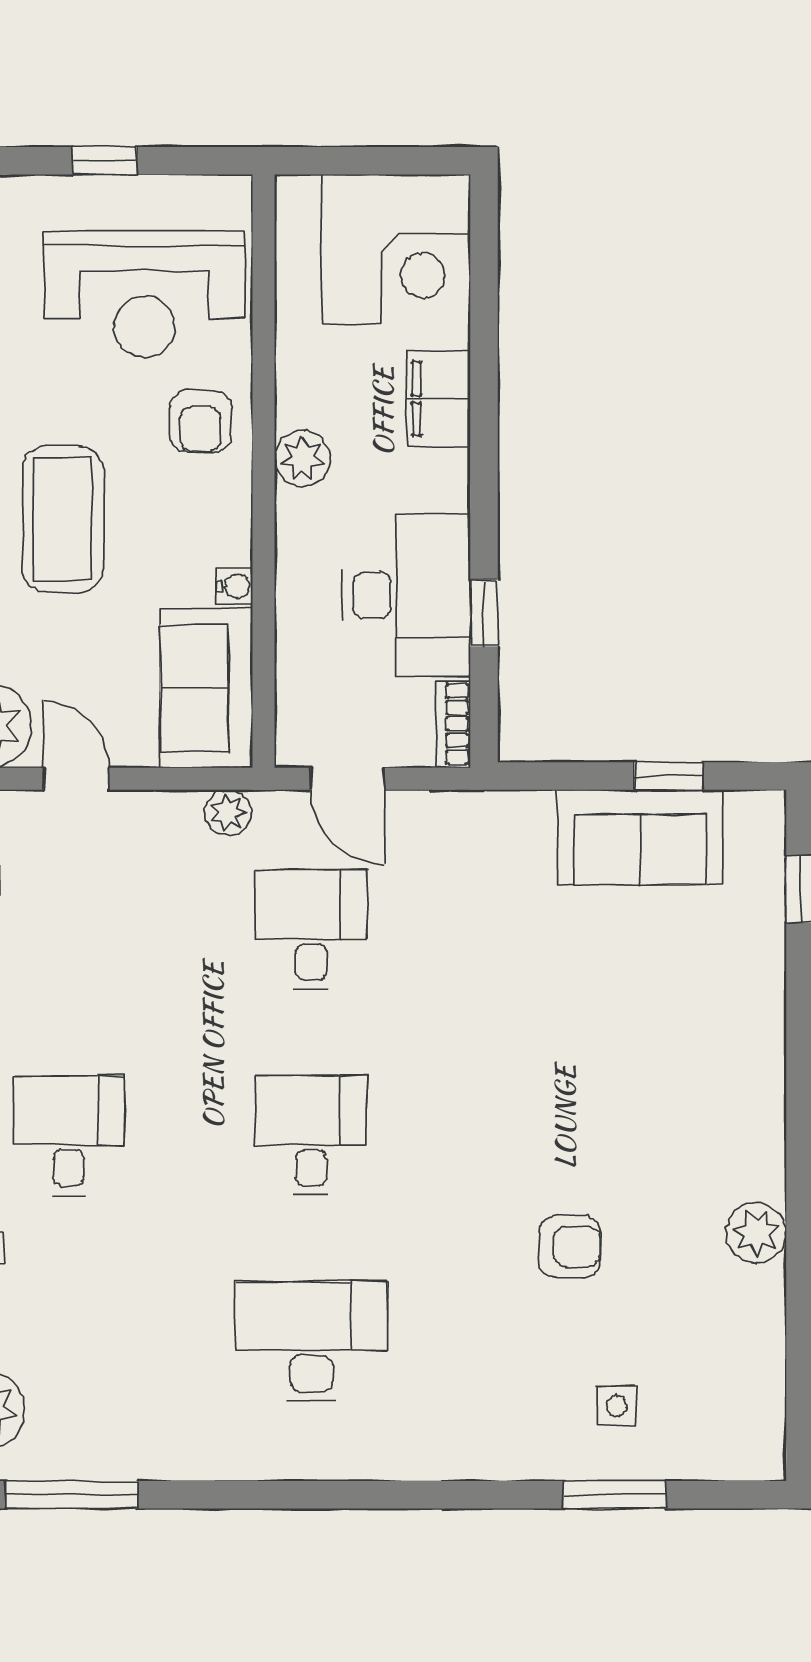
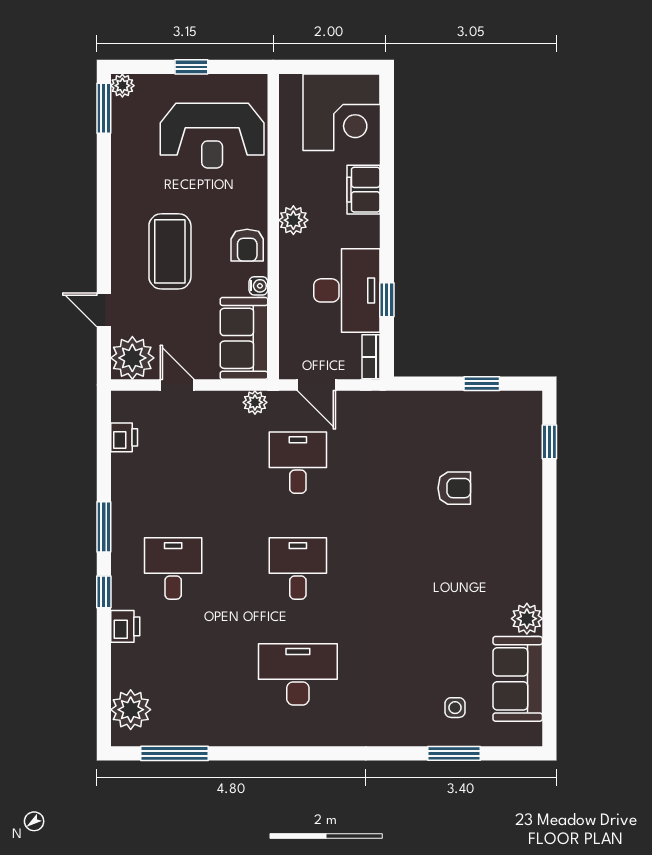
armchair: (200, 421) -> (247, 245), moved
sofa: (640, 837) -> (518, 679), moved, turned 90
armchair: (570, 1246) -> (454, 488), moved

